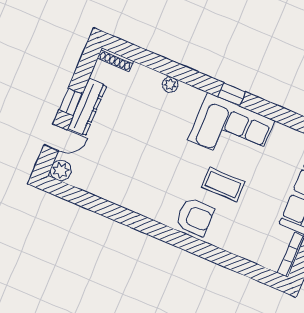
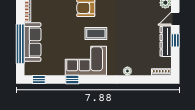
window: (232, 94) -> (72, 79), moved
coffee table: (223, 185) -> (96, 34), moved

